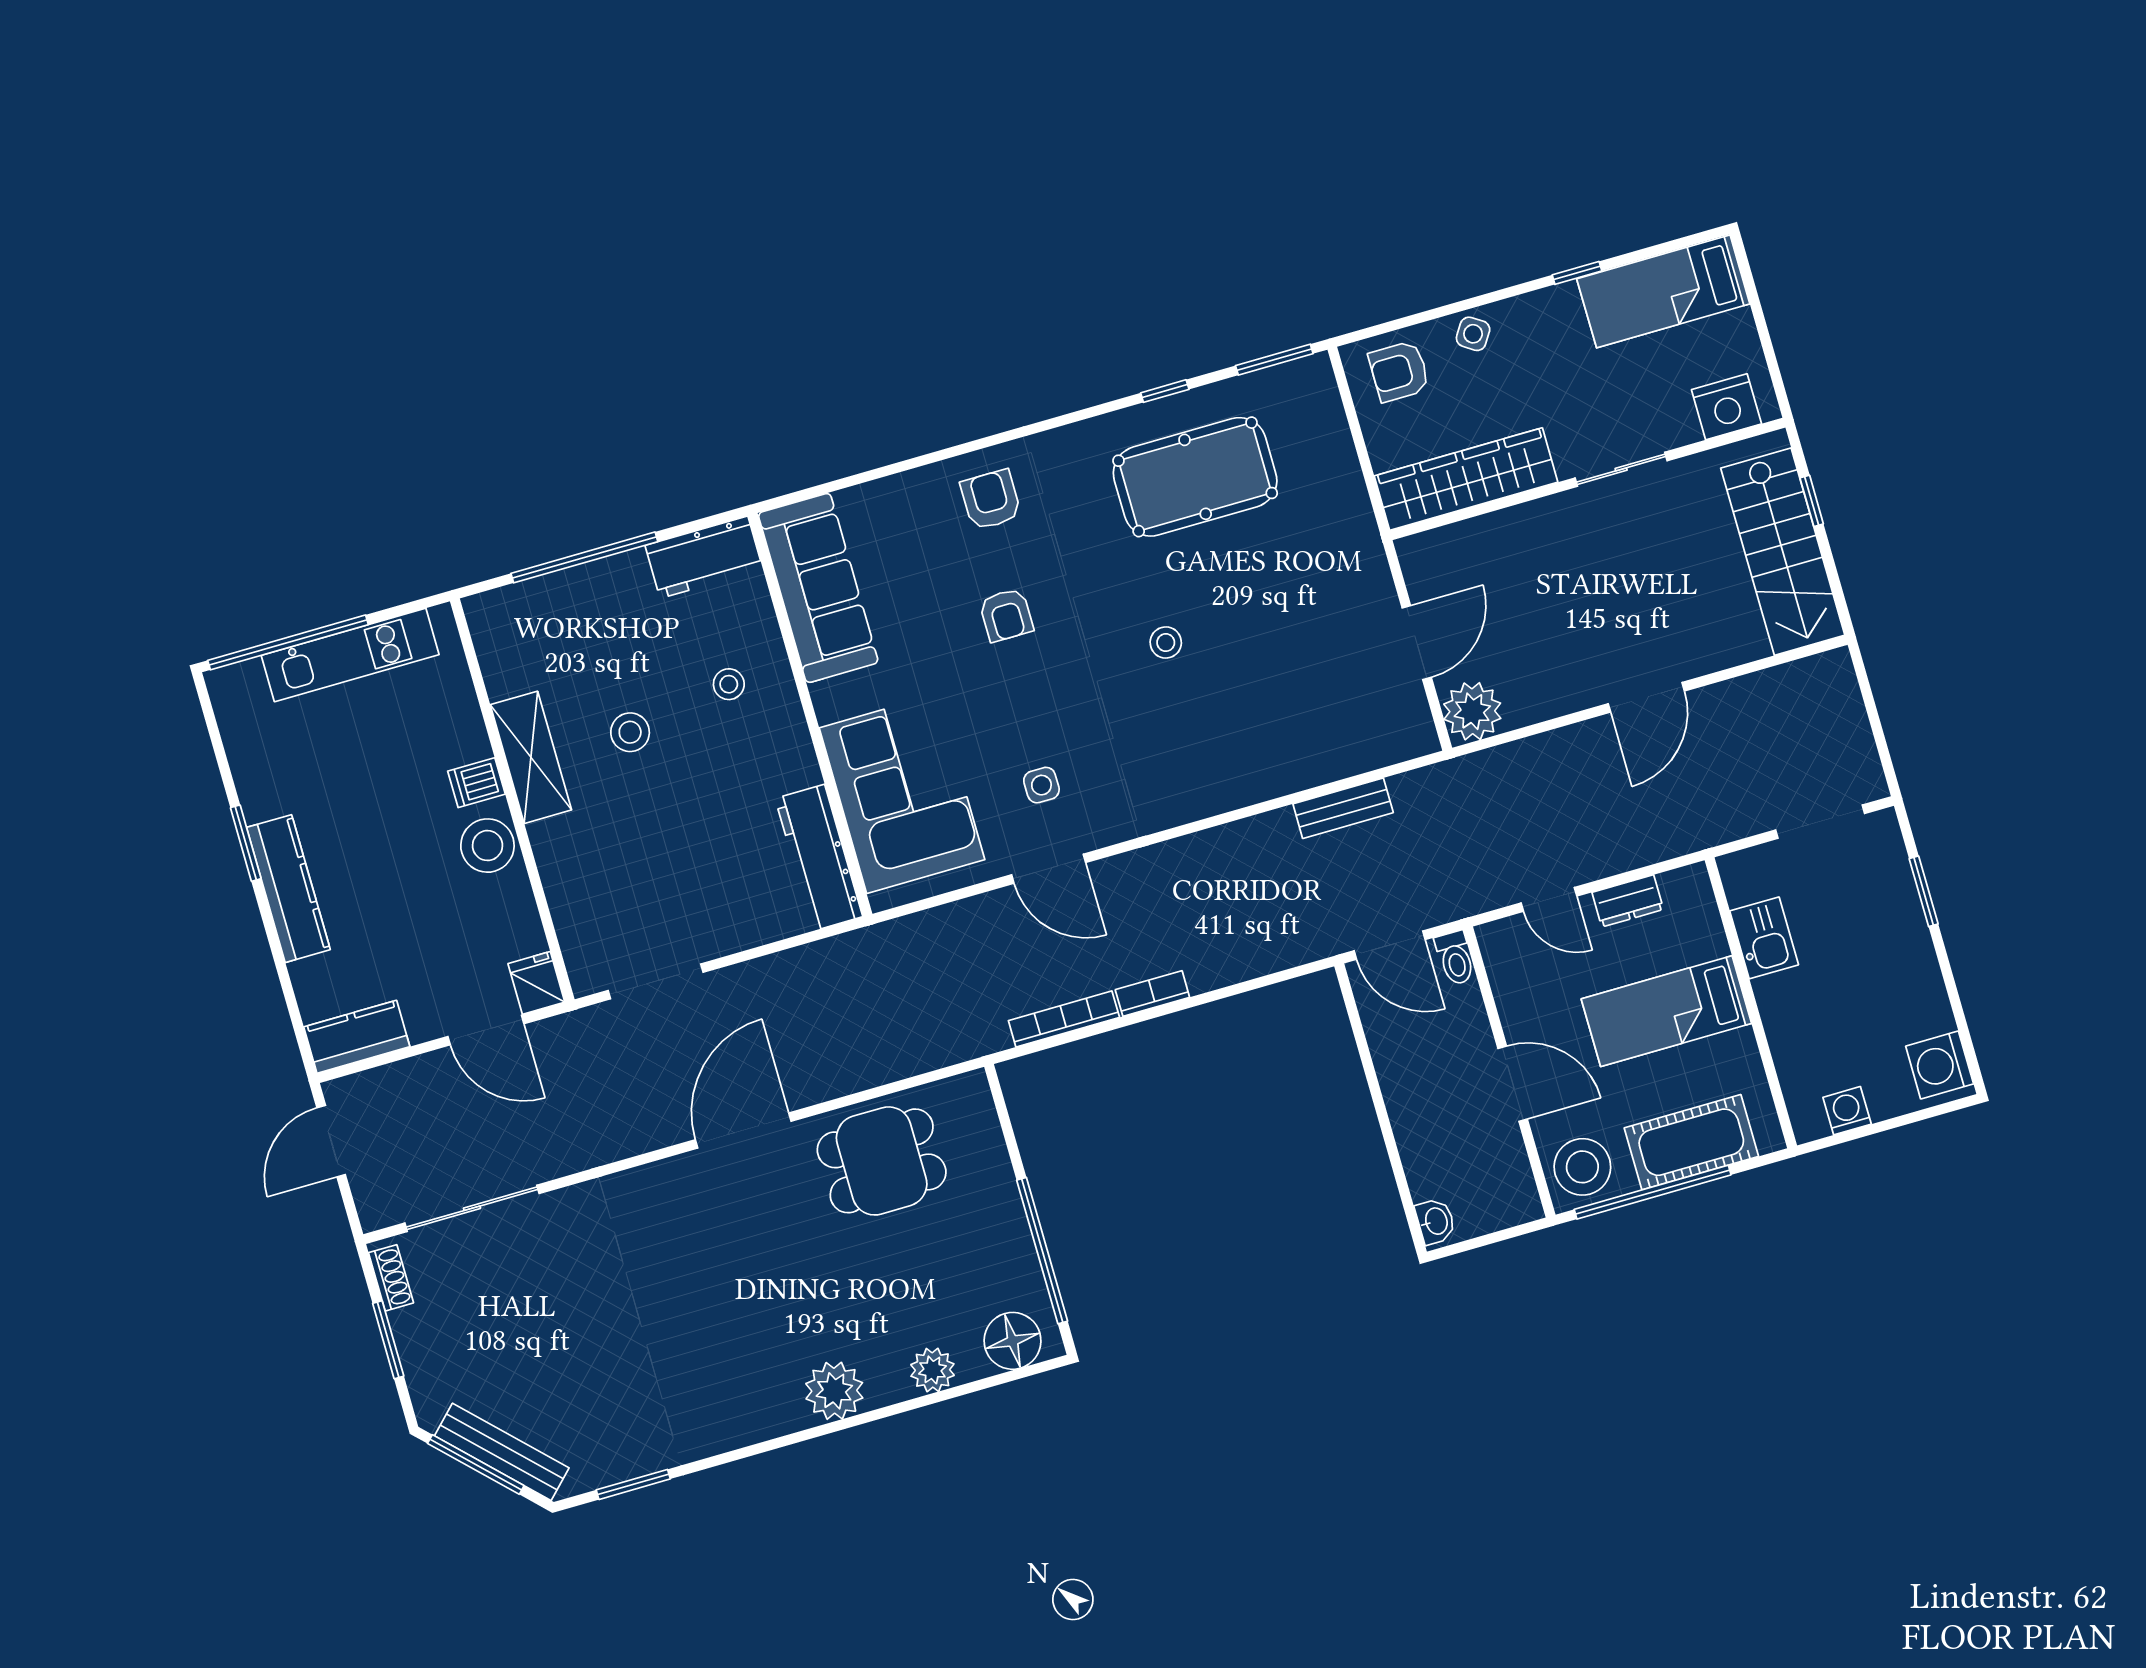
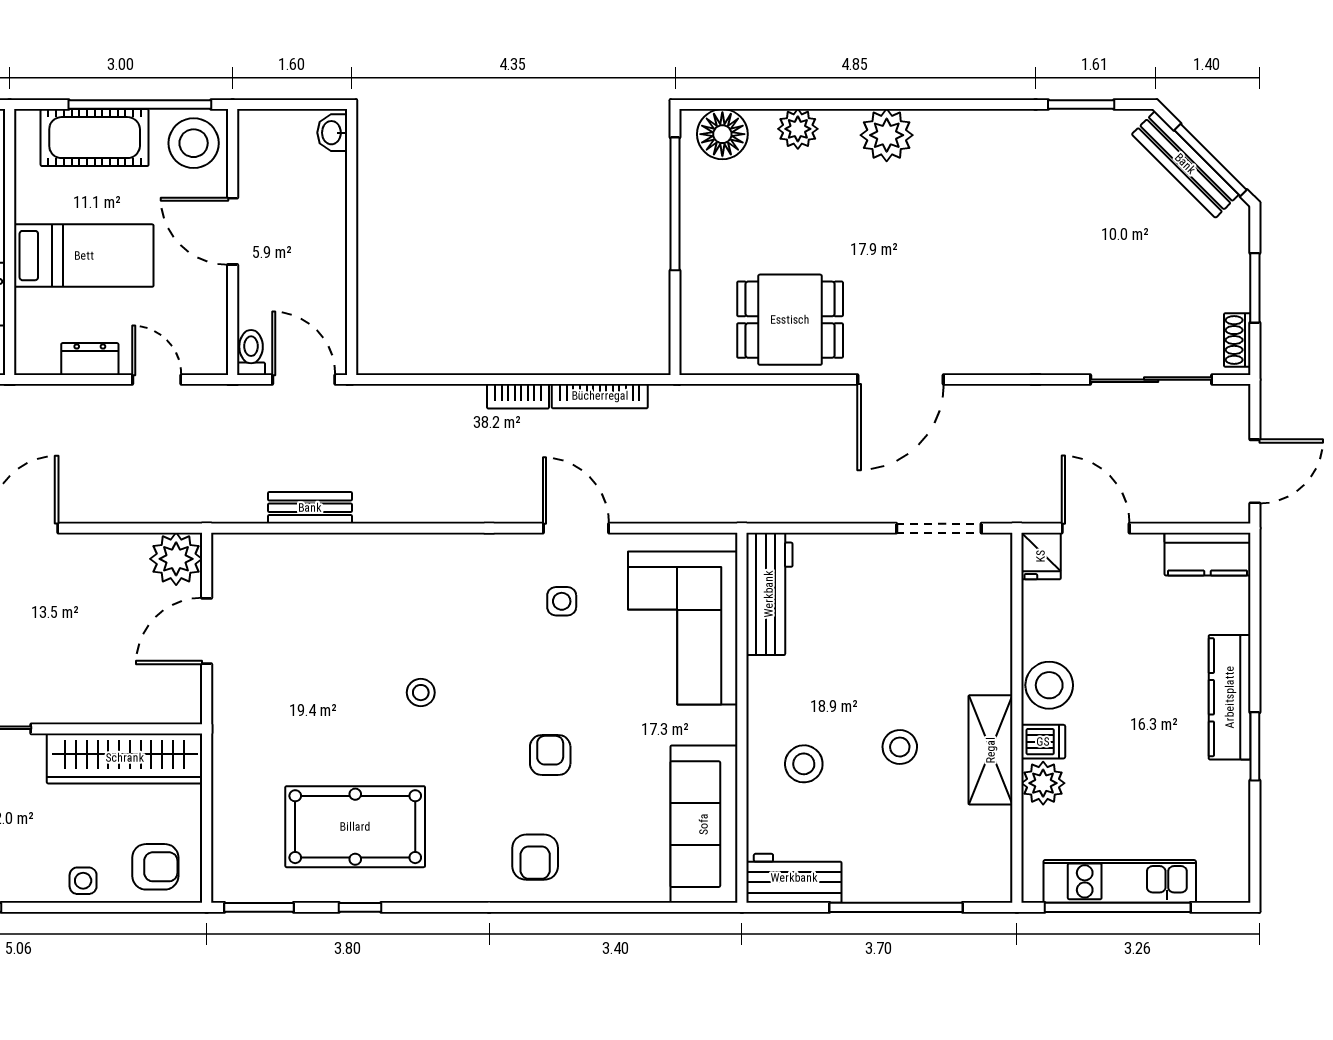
side table: (1473, 334) -> (83, 881), turned -33
window: (288, 642) -> (1118, 907), moved
stool: (729, 684) -> (804, 764), width x1.37, depth x1.37
plant: (464, 738) -> (1043, 783), added

